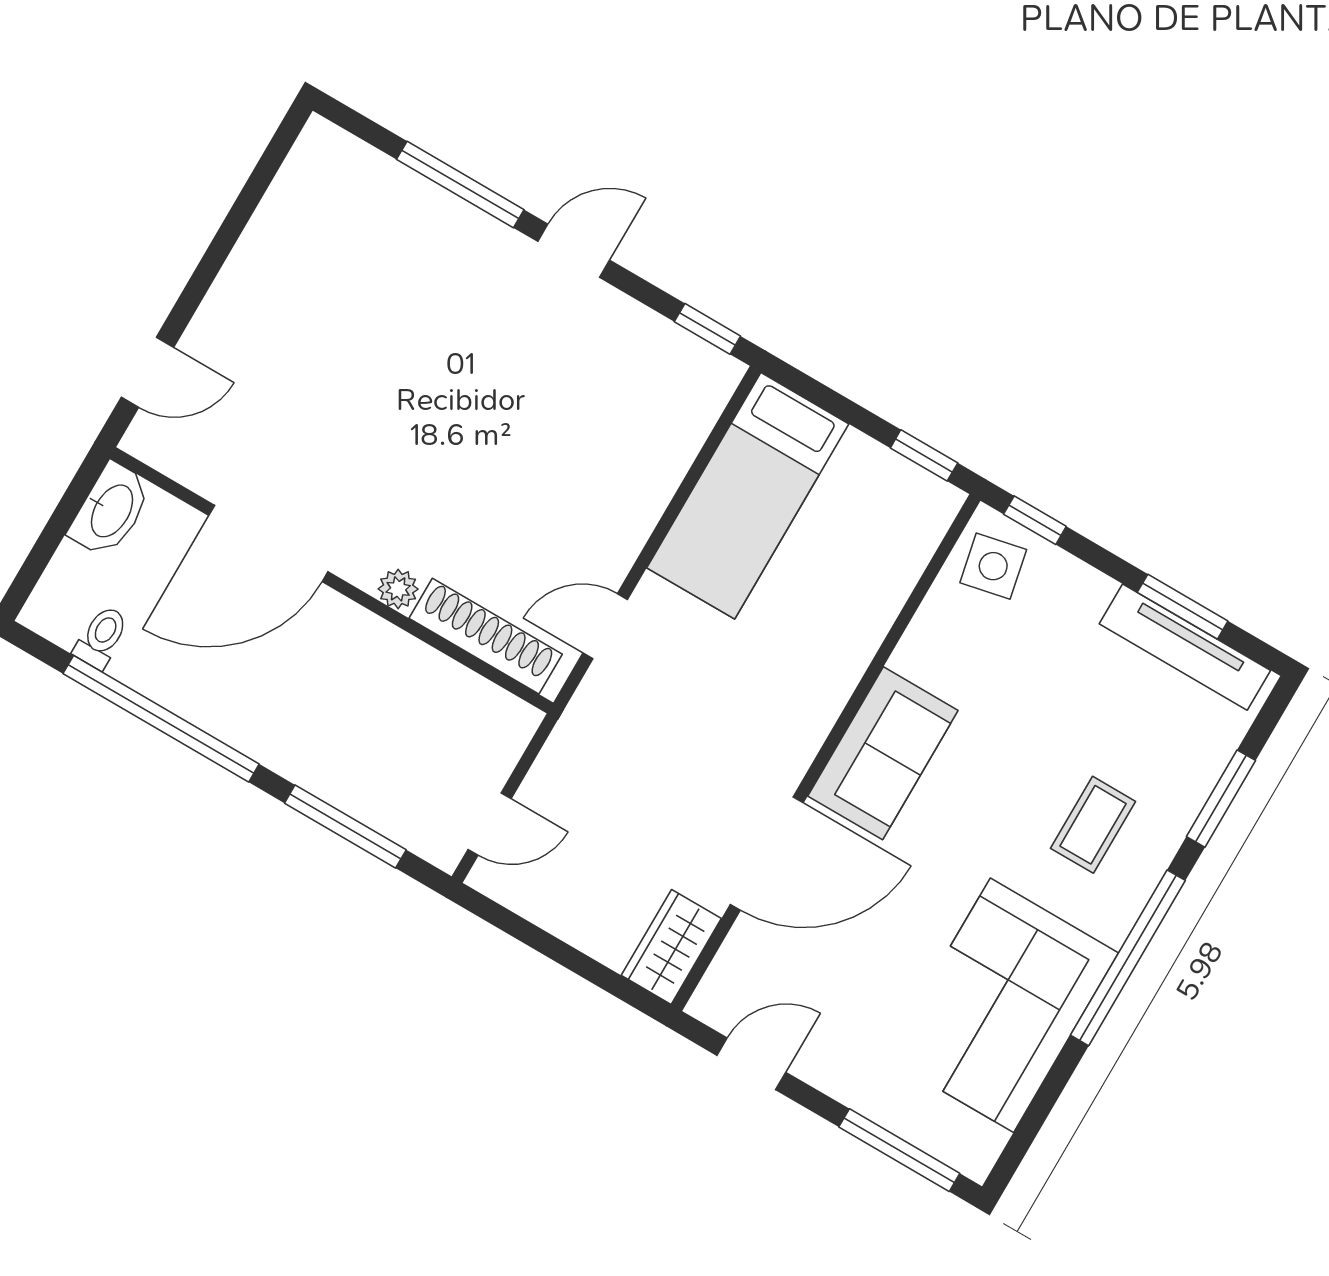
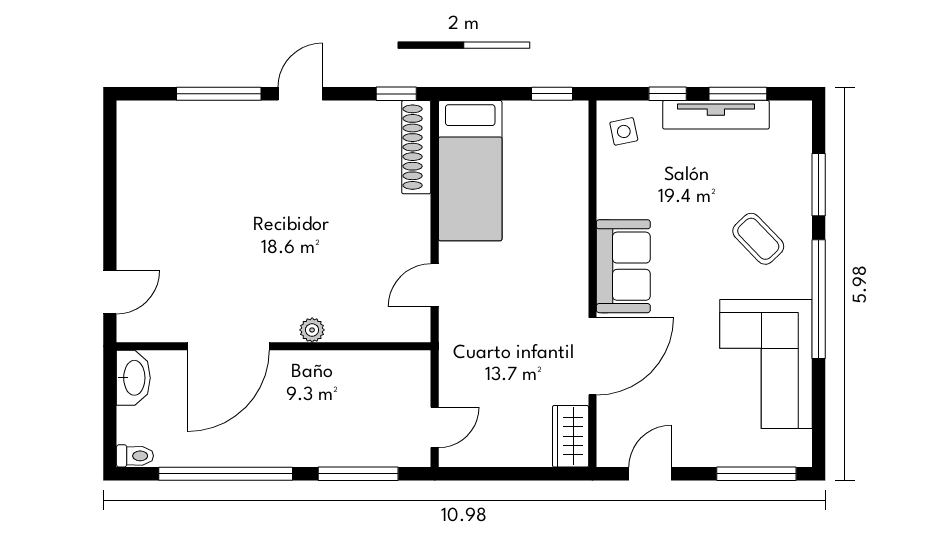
window: (1035, 520) -> (668, 94), moved
side table: (993, 566) -> (624, 131), width x0.73, depth x0.73
shoe rack: (486, 636) -> (416, 147), moved, turned -90
toilet: (101, 637) -> (135, 456), moved, turned 90
tv unit: (1185, 647) -> (716, 115), moved
coffee table: (1093, 825) -> (758, 239), turned -44

